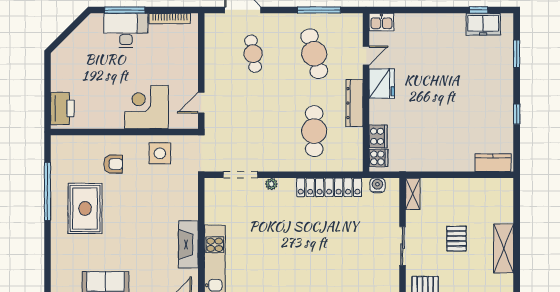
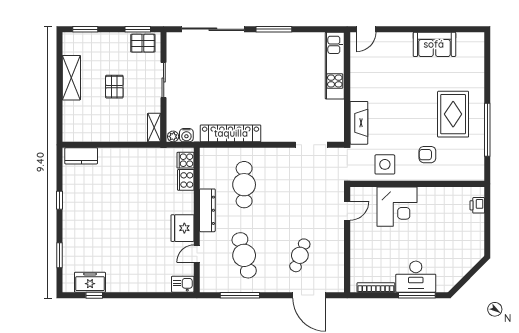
cafe table: (253, 54) -> (300, 255), turned 30
printer: (62, 108) -> (477, 205), width x0.53, depth x0.68
plant: (271, 184) -> (173, 136), moved
fireplace: (188, 244) -> (359, 123), moved

